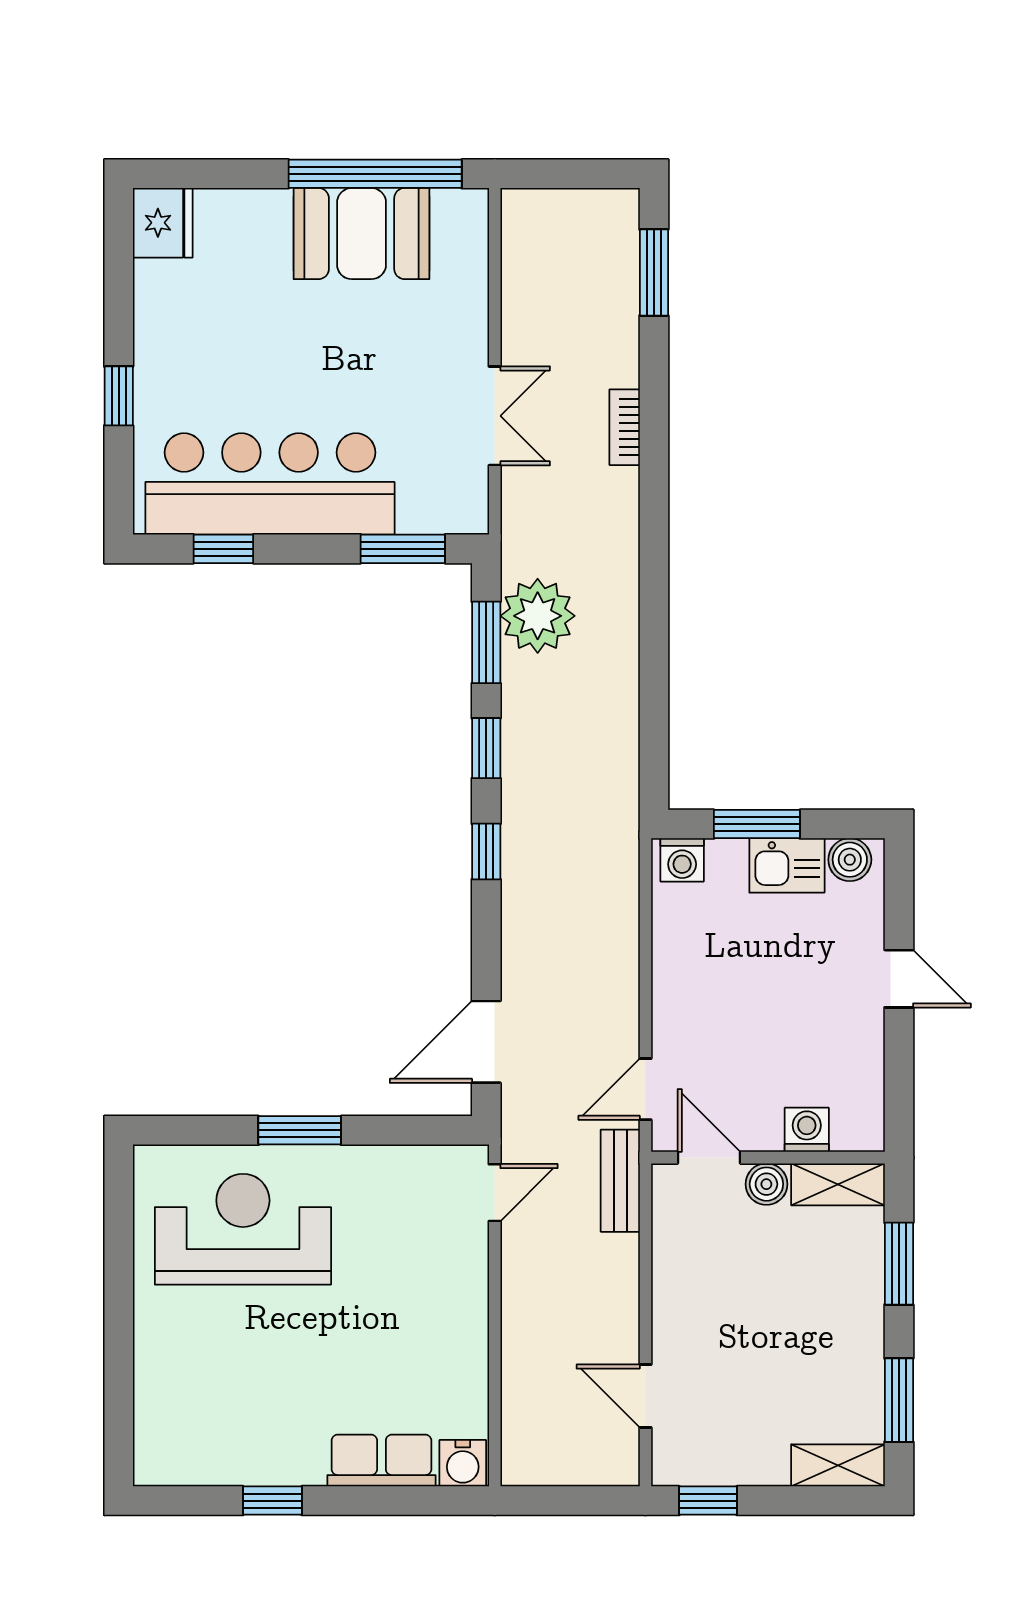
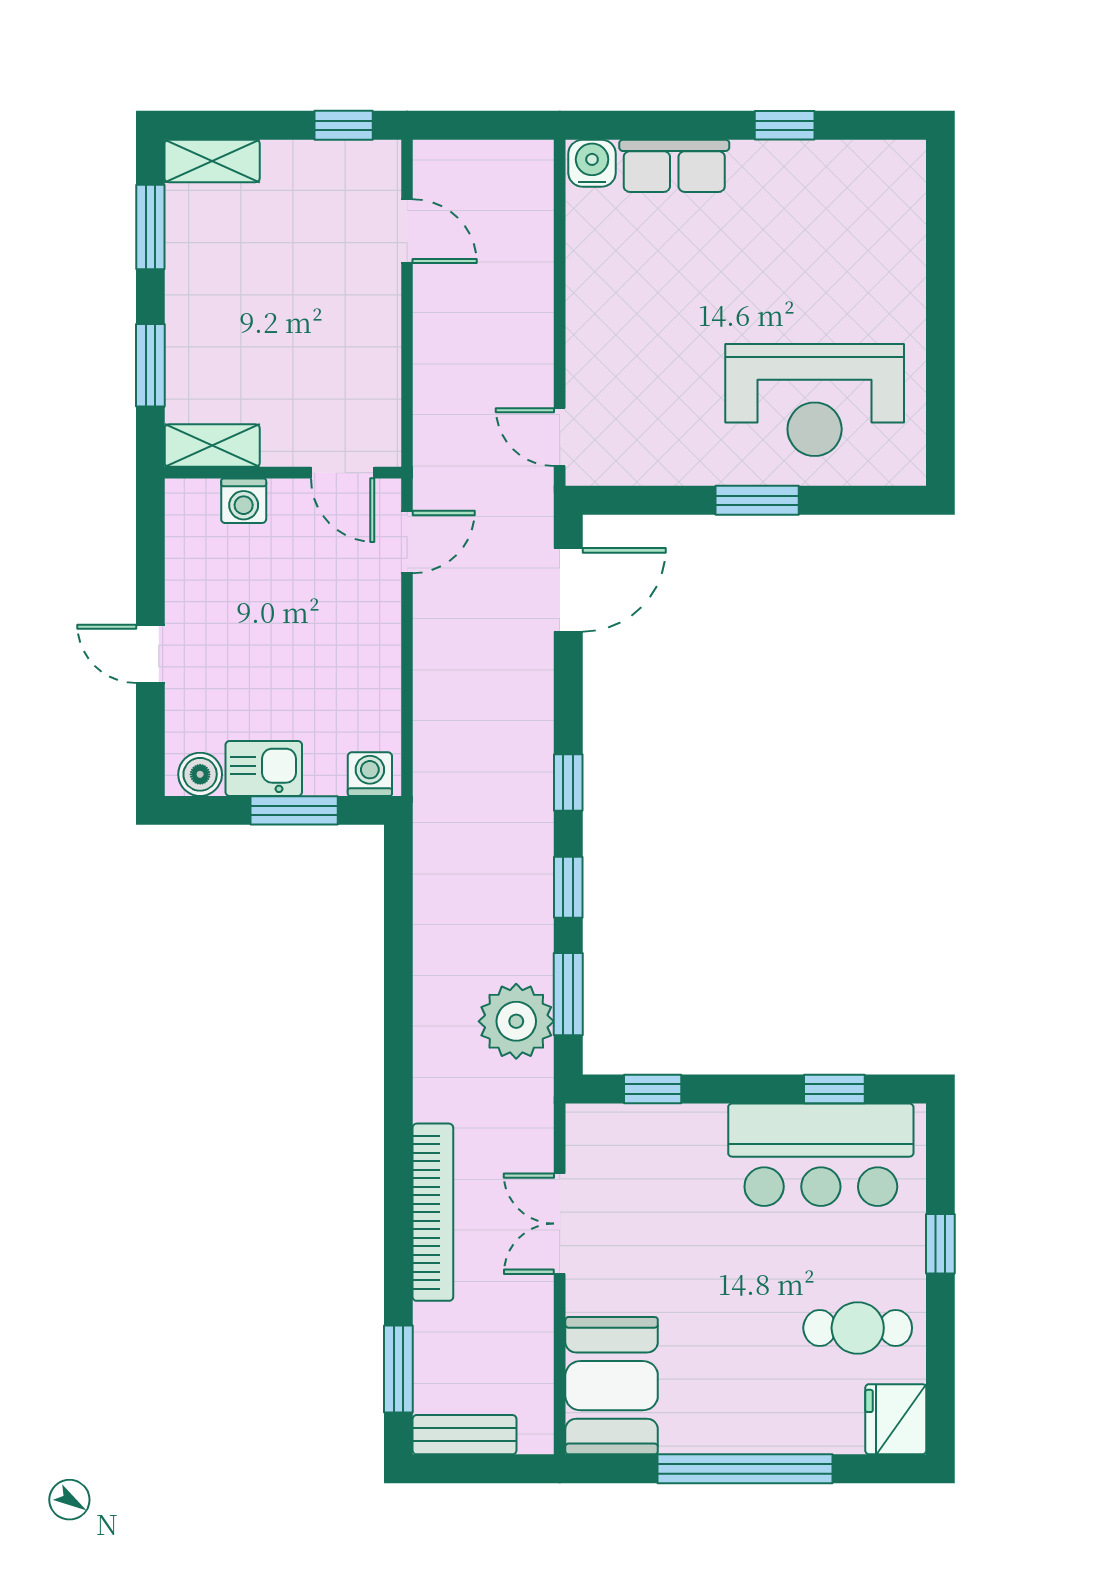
window: (375, 174) -> (745, 1469), moved
booth: (362, 234) -> (612, 1386), moved, turned 90
cafe table: (200, 313) -> (858, 1328), added
bookcase: (625, 427) -> (433, 1212), width x2.31, depth x1.31
bar counter: (270, 484) -> (821, 1155), width x0.73
window: (403, 549) -> (653, 1089), width x0.67
bench: (620, 1181) -> (465, 1435), moved, turned 90
boiler: (766, 1184) -> (284, 446), removed
door: (495, 1193) -> (560, 437), hinge flipped

